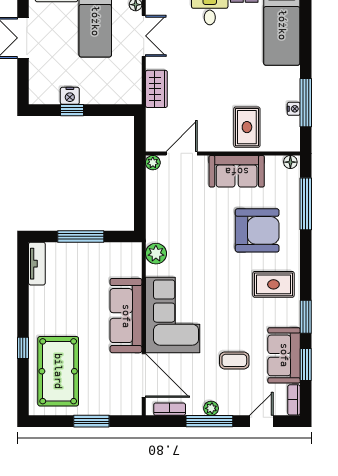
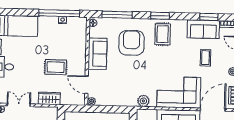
window: (306, 103) -> (59, 13), width x1.46
rug: (247, 127) -> (56, 67), moved
window: (306, 317) -> (160, 16), moved

